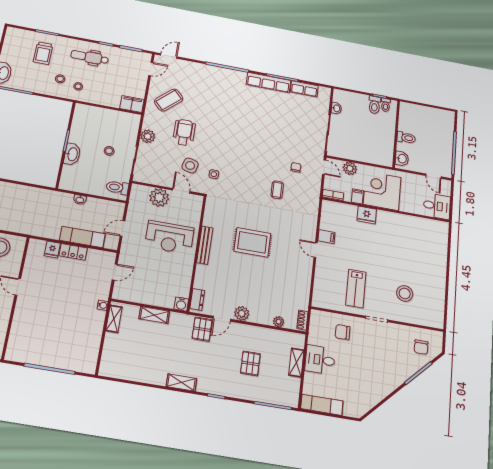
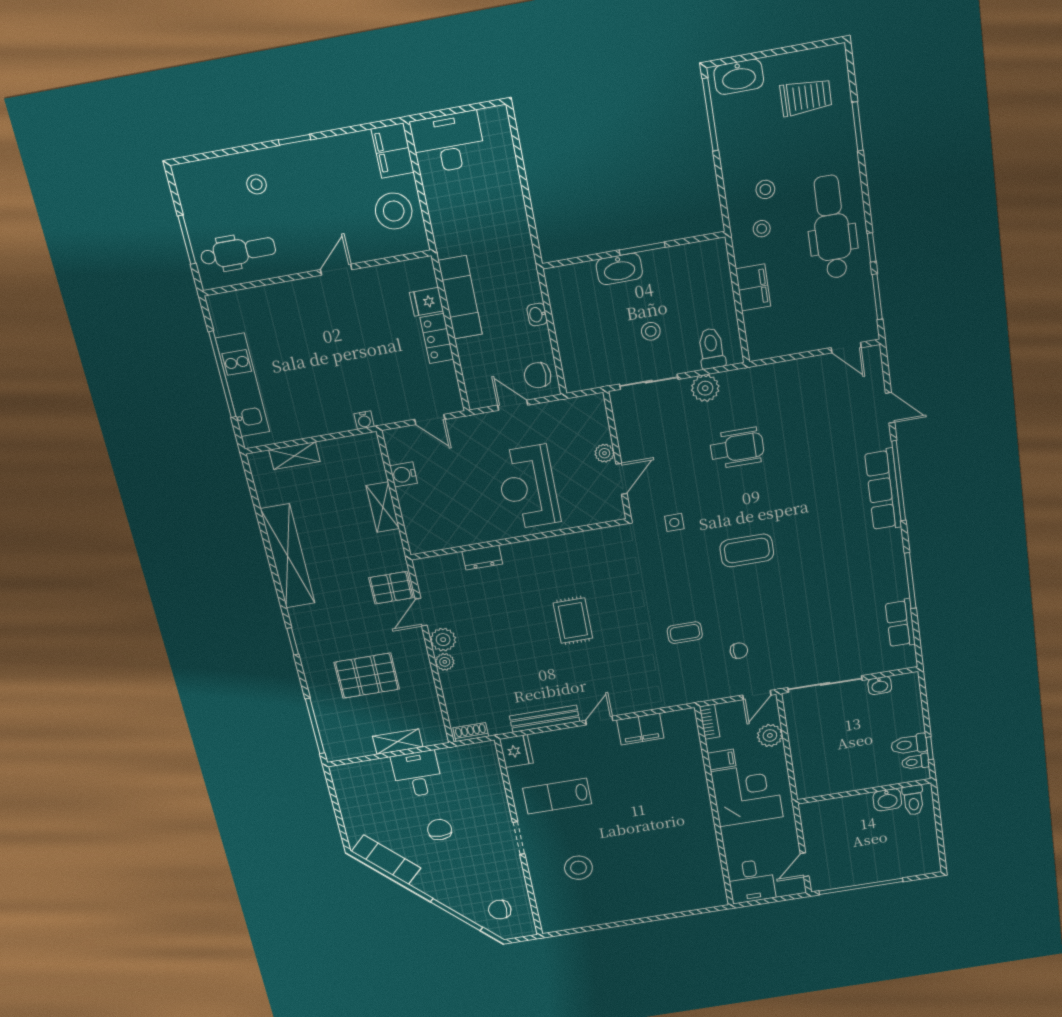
trolley: (43, 53) -> (806, 97), moved, turned 180
door: (169, 56) -> (890, 408), moved
dental chair: (90, 57) -> (832, 227), width x1.36, depth x1.38
row of seats: (268, 82) -> (883, 490), moved
coffee table: (169, 100) -> (747, 551), moved, turned -47
filing cabinet: (132, 104) -> (753, 287), moved
toilet: (406, 138) -> (913, 800), moved
washbasin: (402, 159) -> (887, 800), moved
side table: (190, 165) -> (676, 478), removed
toilet: (117, 188) -> (711, 349), moved
plant: (159, 197) -> (604, 453), width x0.53, depth x0.53
chair: (111, 211) -> (538, 375), added
fridge: (367, 215) -> (516, 751), moved, turned 180
exam couch: (82, 237) -> (460, 297), moved
filing cabinet: (326, 237) -> (640, 729), width x2.00
rug: (252, 242) -> (573, 621), width x0.73, depth x0.70
bench: (205, 245) -> (545, 719), moved
dresser: (197, 299) -> (482, 558), moved
water cooler: (181, 304) -> (404, 474), moved
shelving: (114, 319) -> (295, 456), moved
door: (222, 319) -> (421, 612), hinge flipped
plant: (279, 322) -> (445, 662), moved
chair: (343, 332) -> (440, 830), moved
kitchen unit: (59, 361) -> (243, 385), added
pallet: (250, 363) -> (367, 676), width x1.50, depth x1.42
shelving: (181, 382) -> (288, 556), width x2.20, depth x1.33
exam couch: (322, 405) -> (386, 860), moved, turned -45

